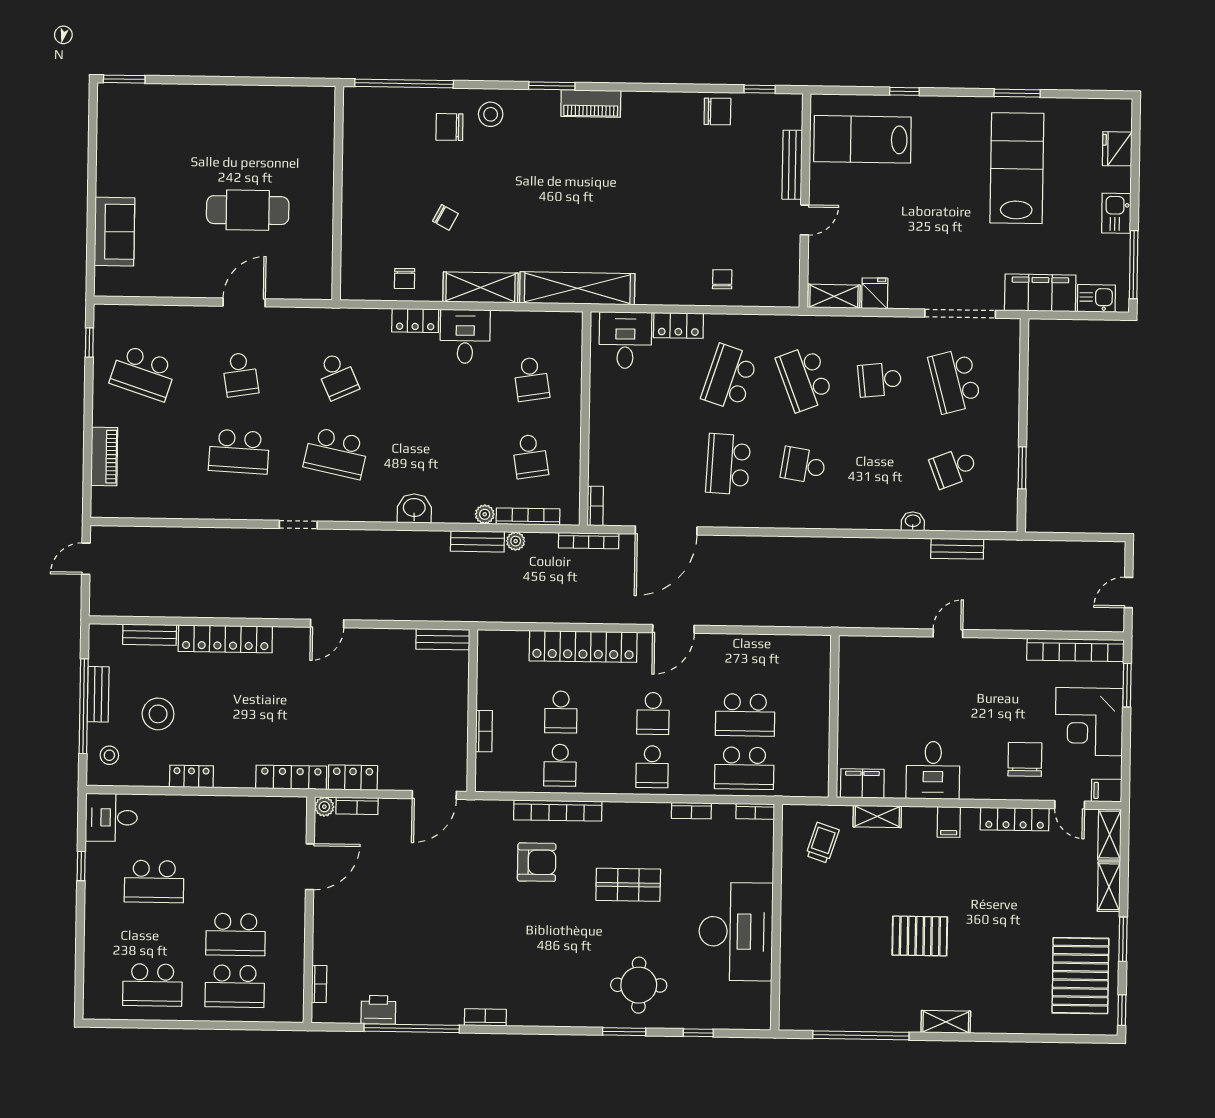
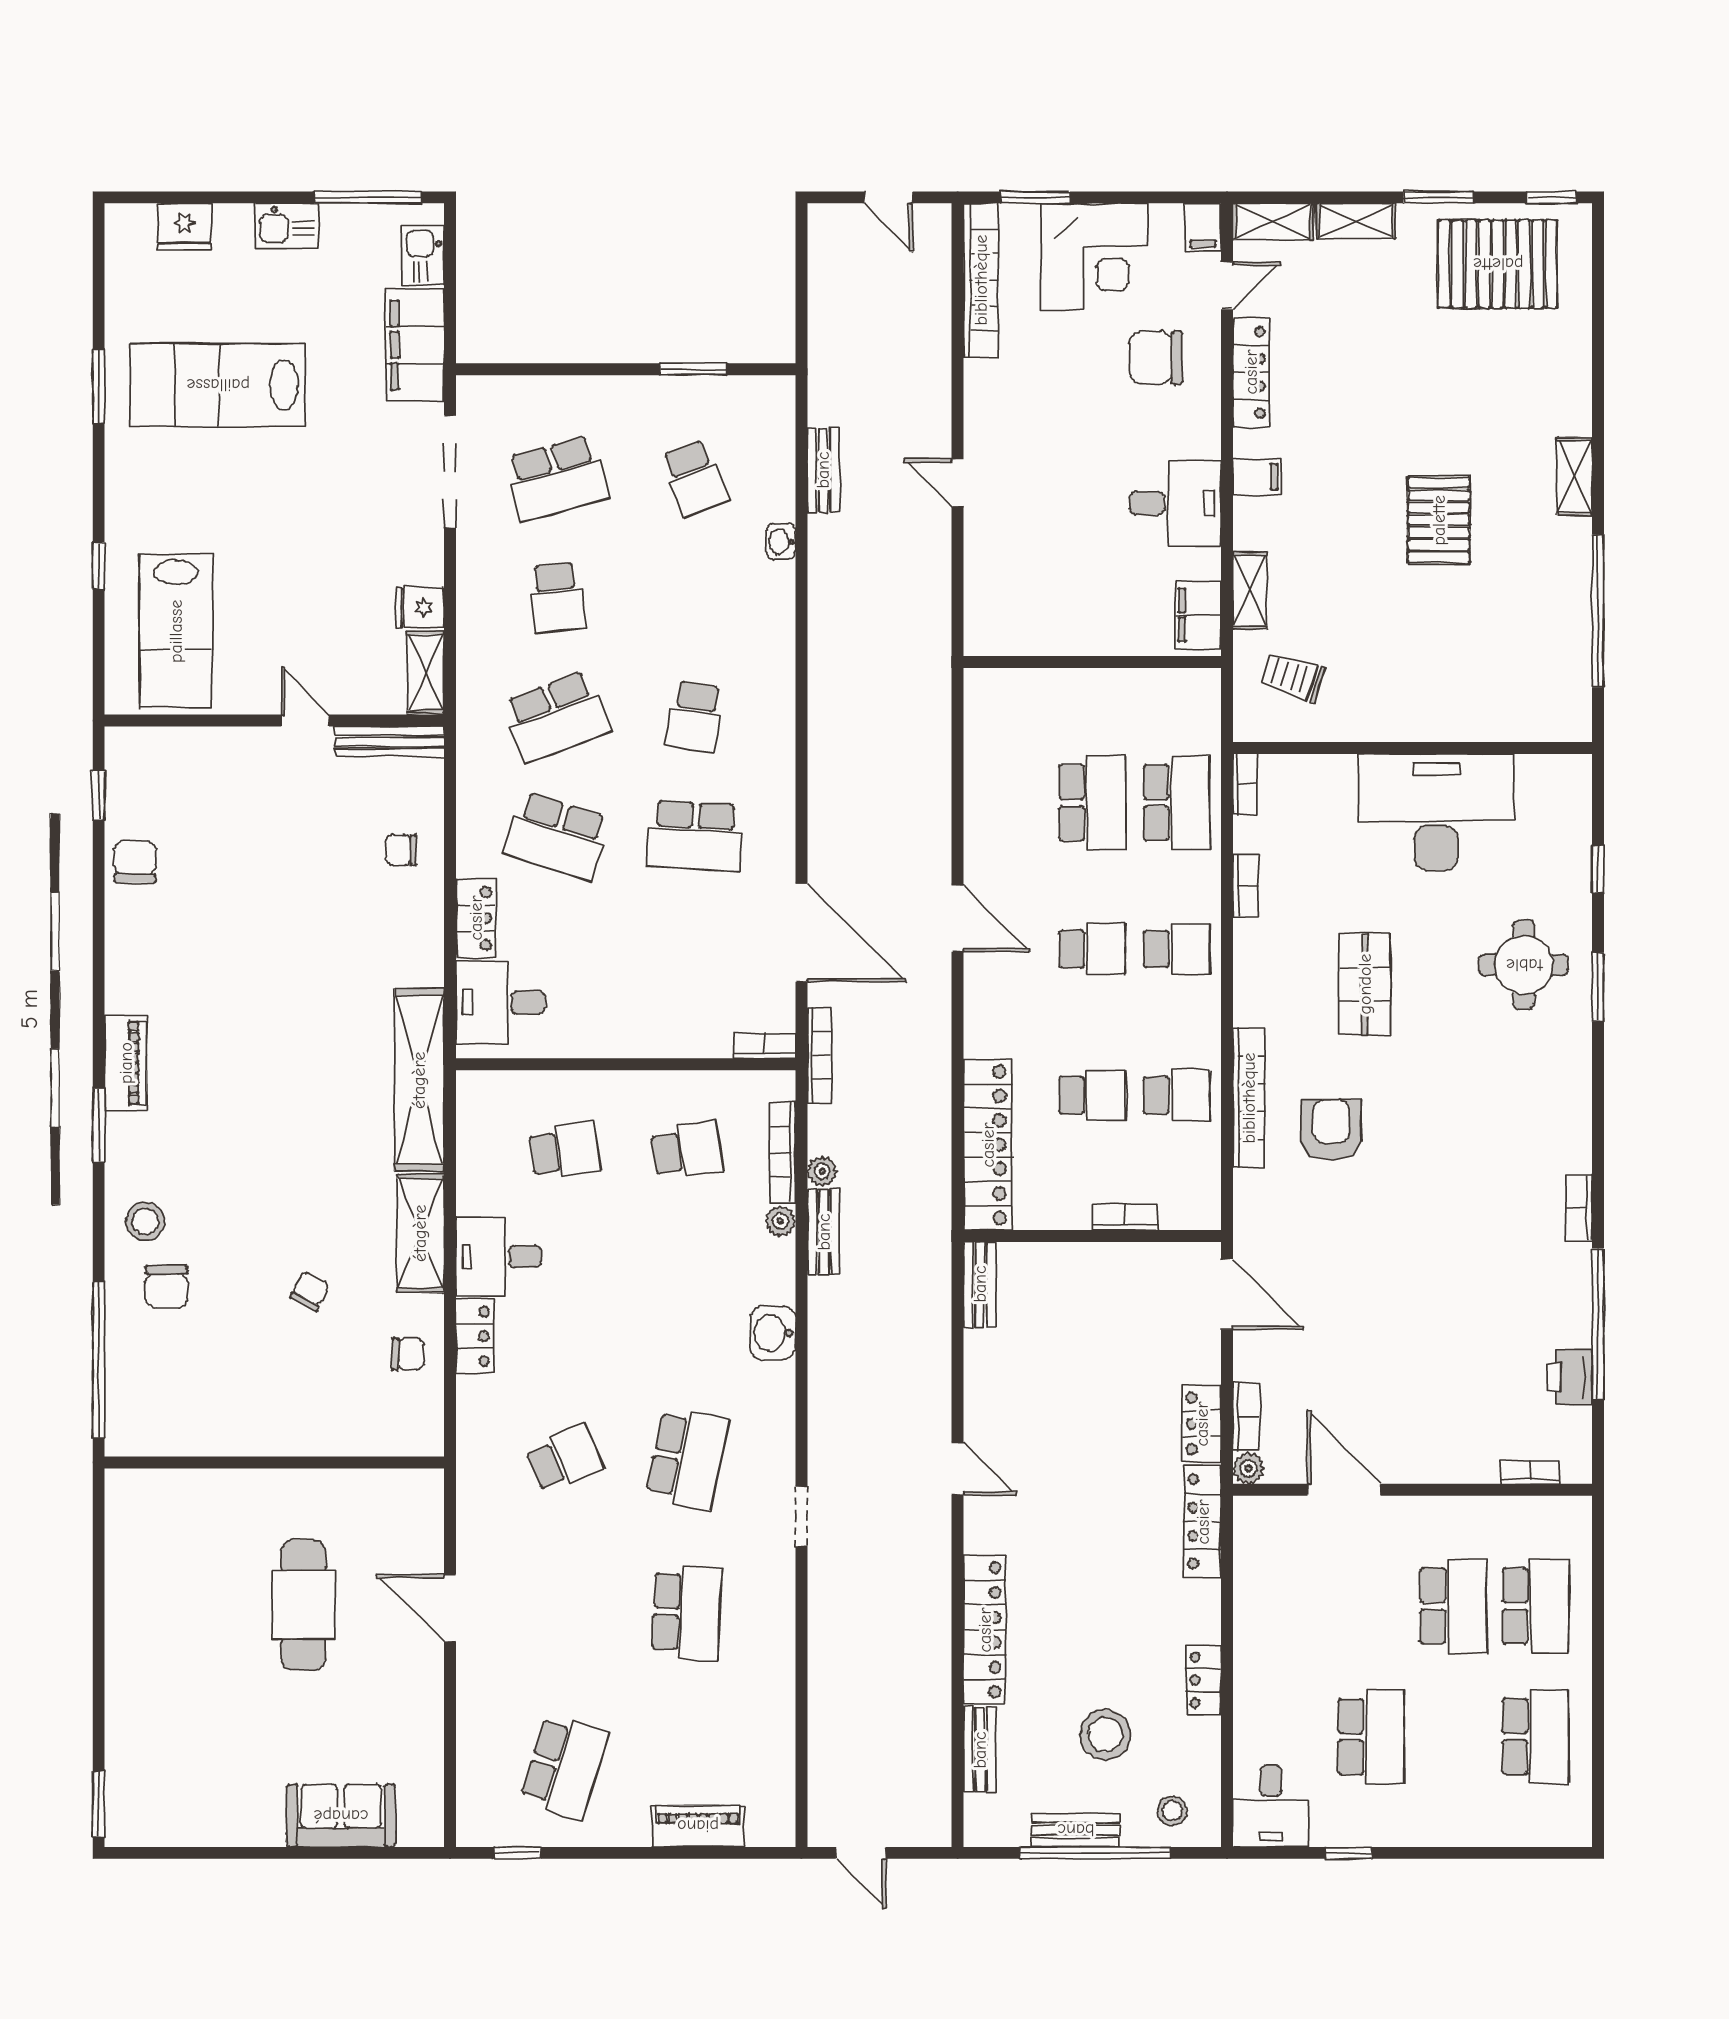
bench: (792, 165) -> (389, 742), moved
school desk: (240, 374) -> (564, 1613), removed
locker: (583, 646) -> (988, 1145), moved

